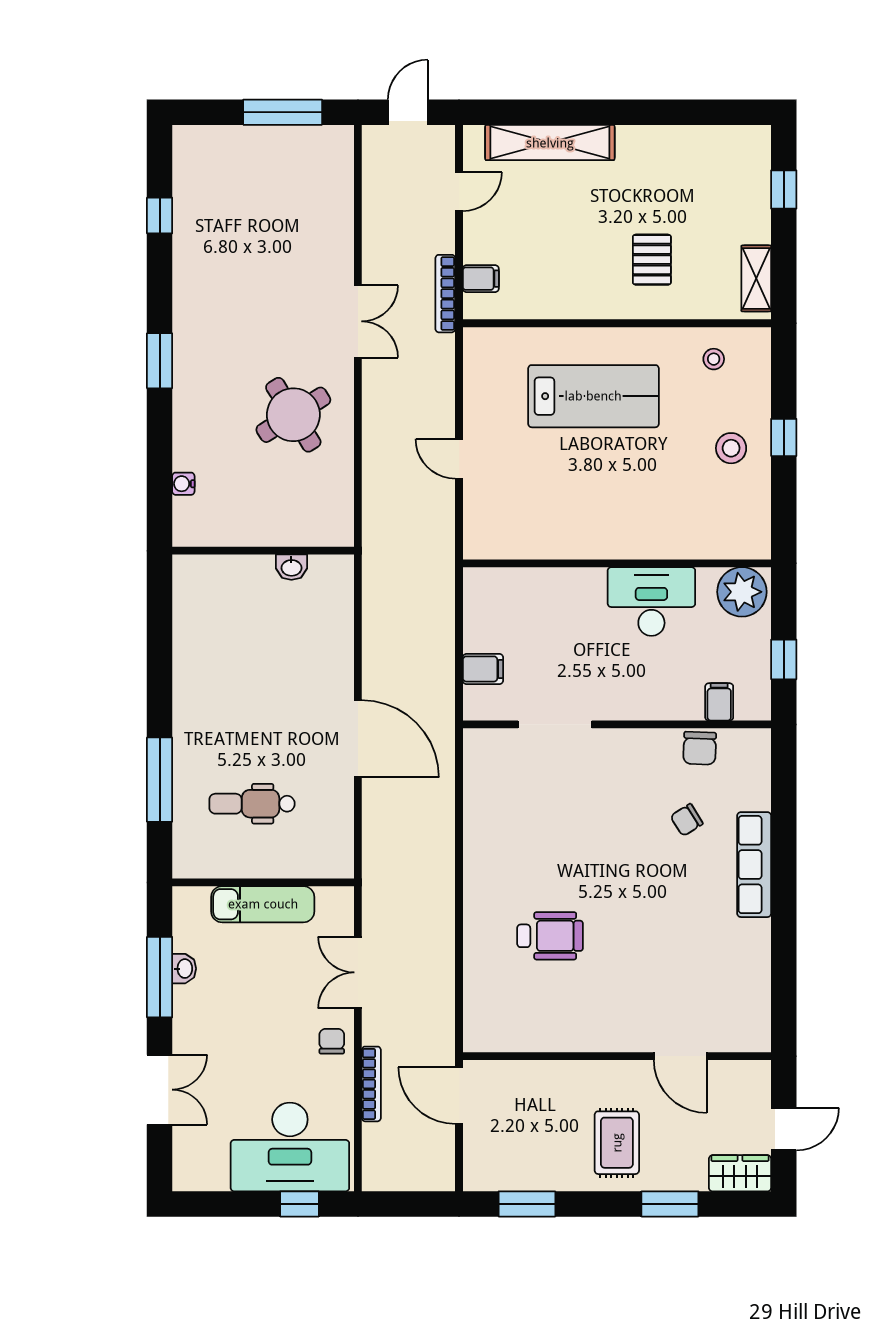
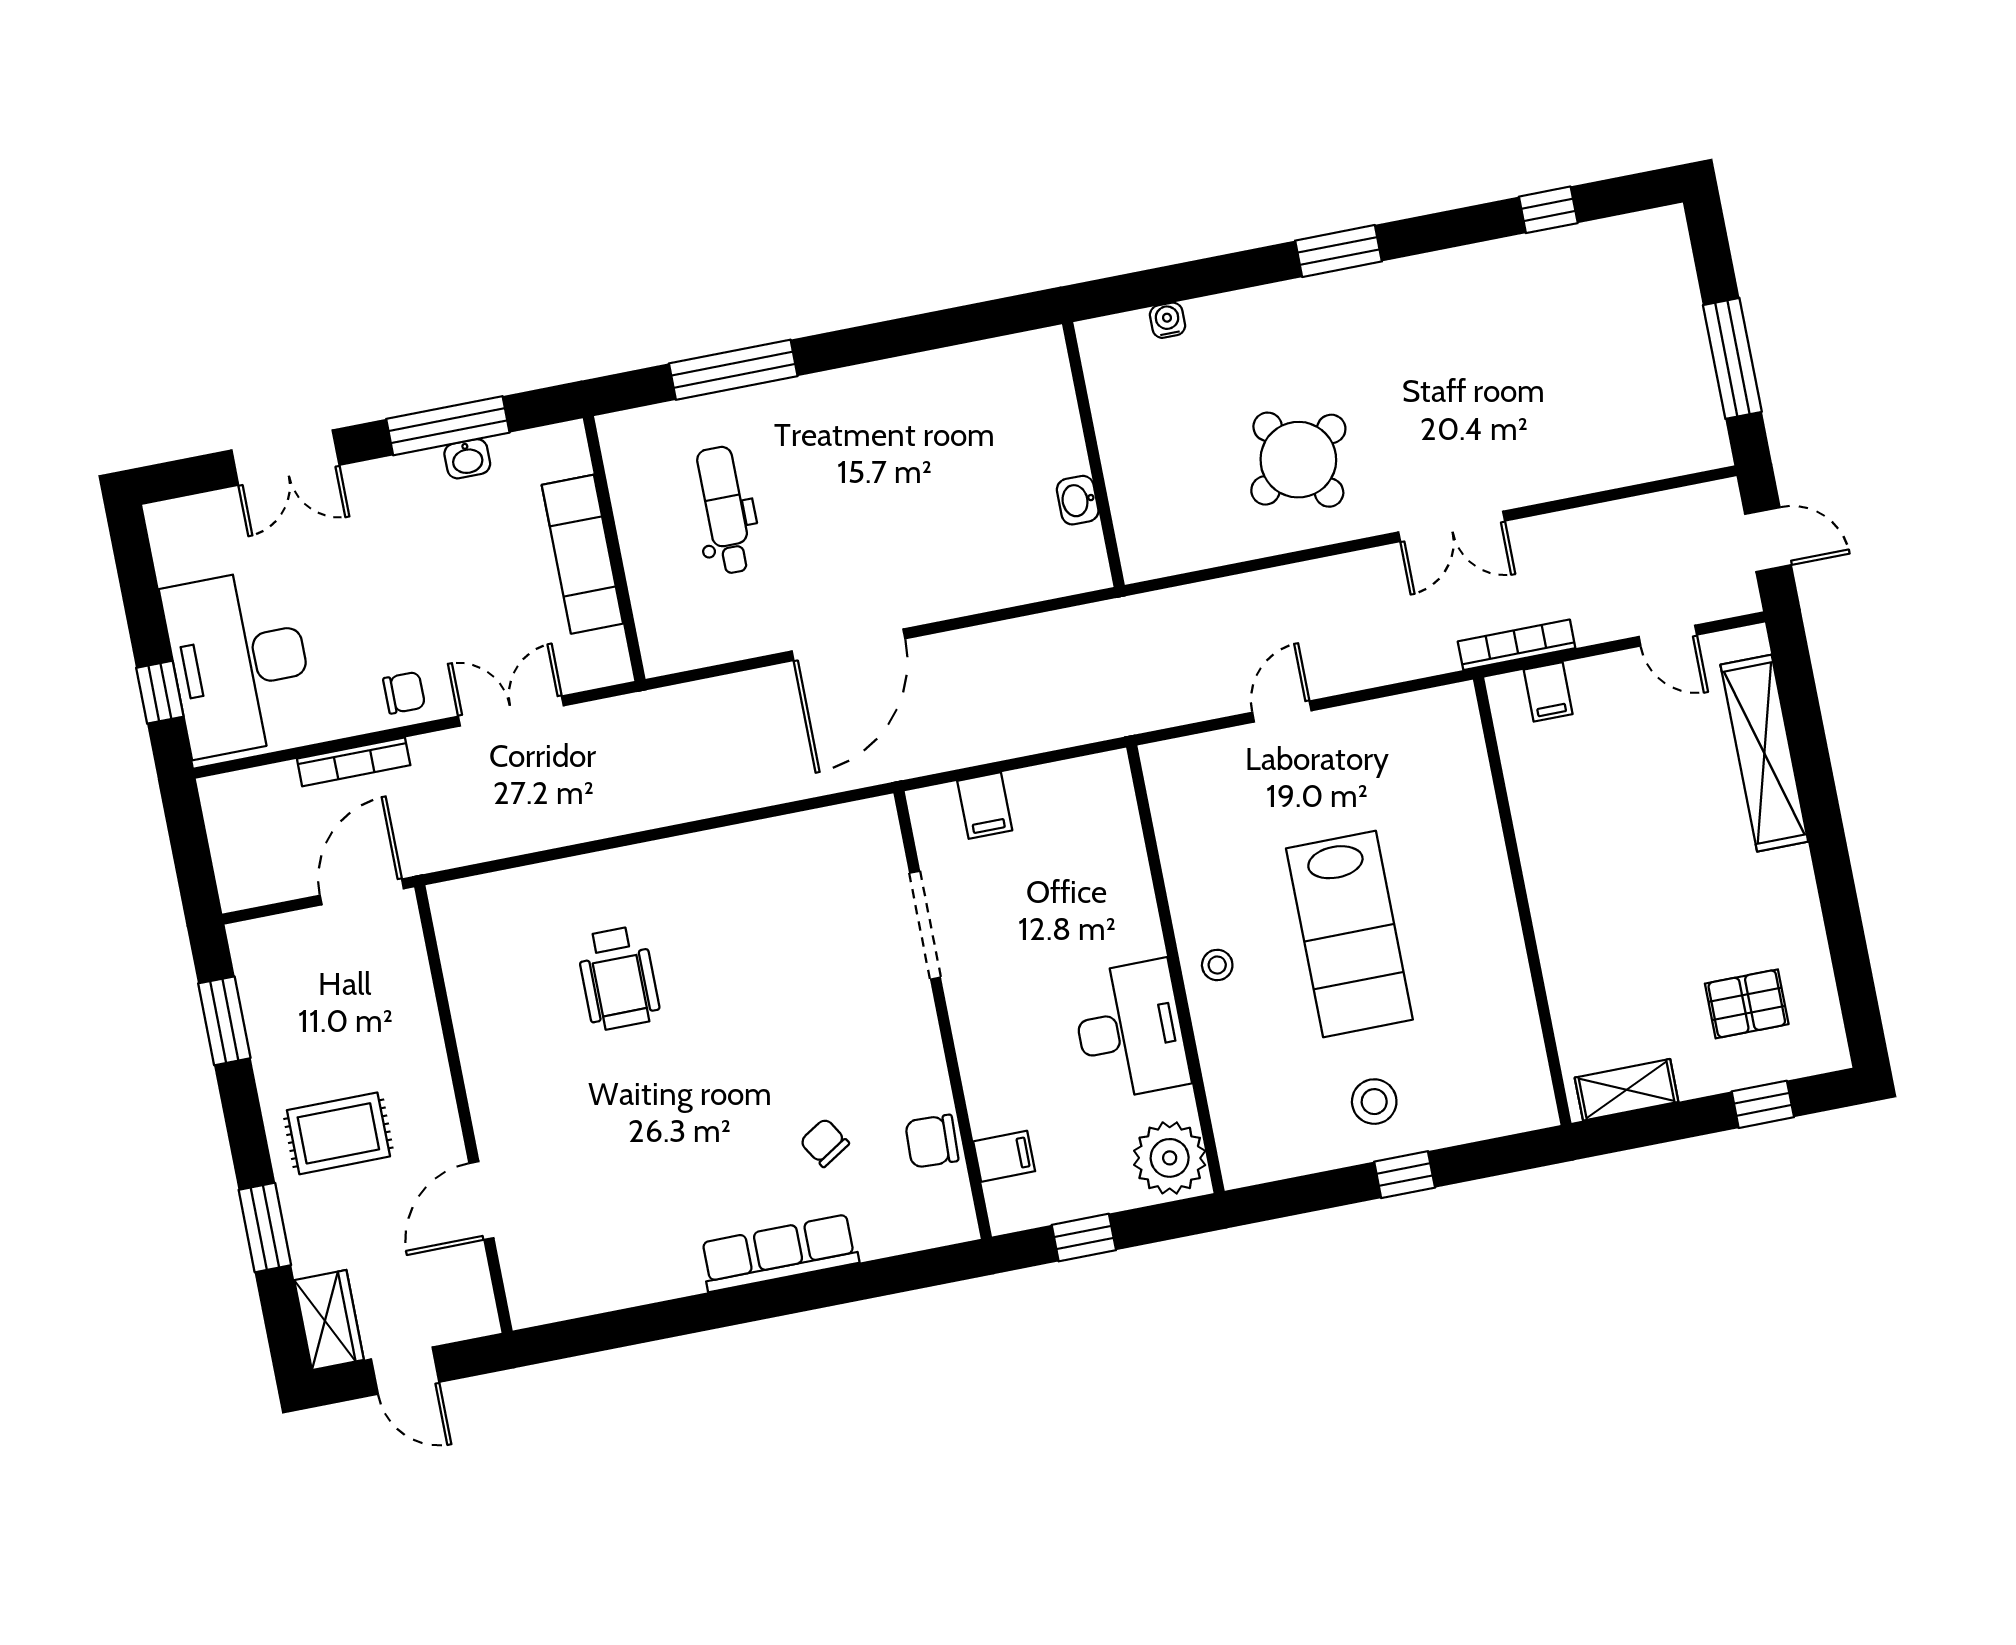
pallet: (652, 260) -> (1747, 1004), moved
stool: (714, 359) -> (1217, 965), moved
lab bench: (593, 396) -> (1349, 934), moved

